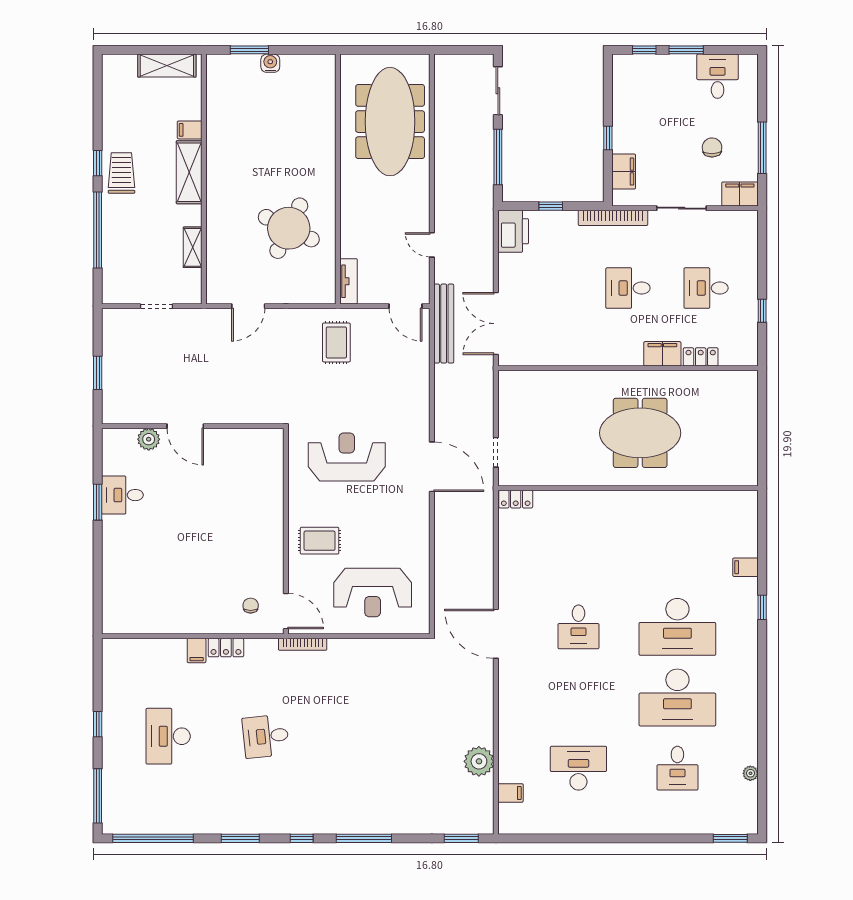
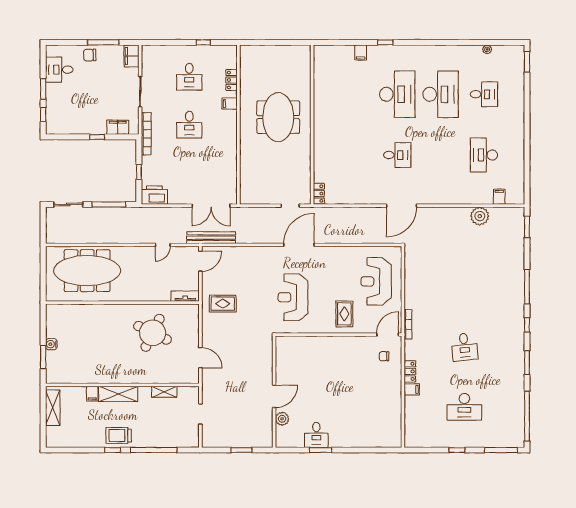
chair: (712, 147) -> (90, 55), moved
filing cabinet: (662, 354) -> (230, 104), width x0.50
reception desk: (373, 592) -> (376, 281), turned 180

